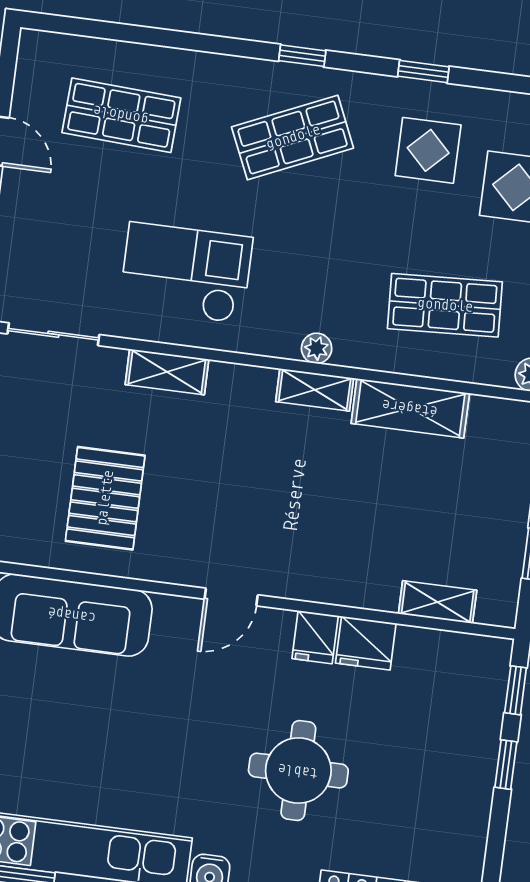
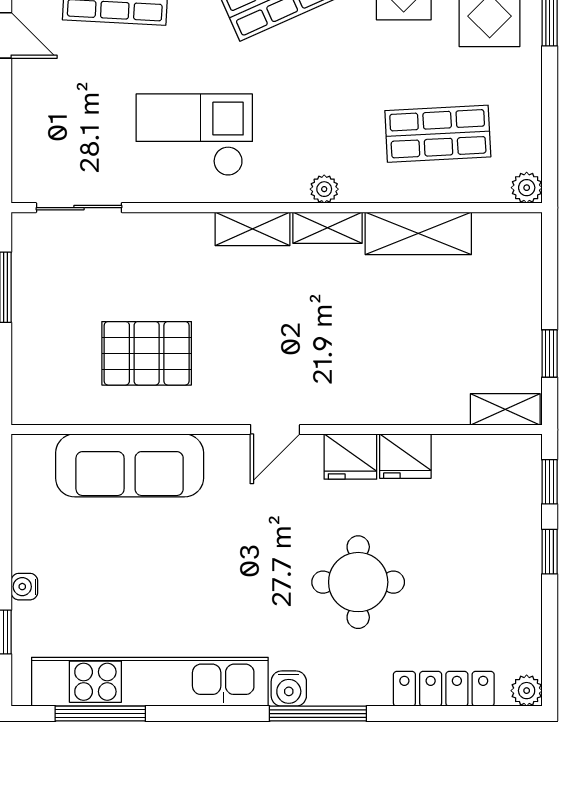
shelving: (167, 372) -> (253, 229), moved
pallet: (105, 498) -> (147, 353), turned 90
shelving: (438, 602) -> (505, 409), moved
fridge: (315, 637) -> (350, 457), width x1.38

